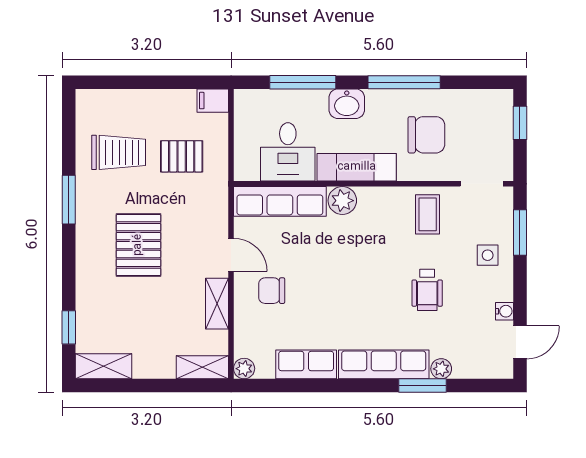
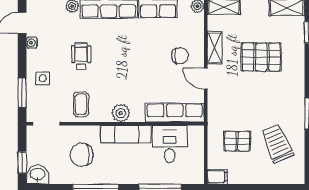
washbasin: (347, 104) -> (38, 175), moved
trolley: (119, 152) -> (277, 144), turned 66
plant: (342, 201) -> (121, 113), moved
pallet: (138, 245) -> (261, 57), moved, turned 90

